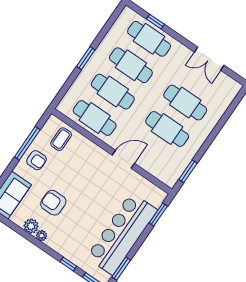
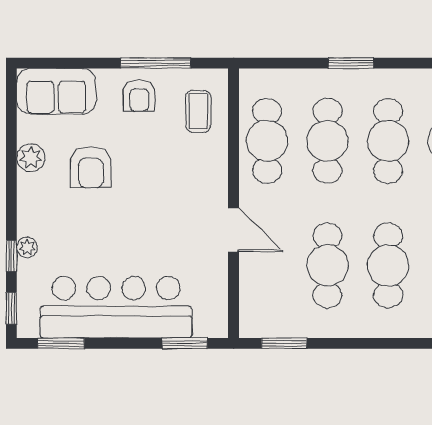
coffee table: (61, 139) -> (198, 111), turned 90
armchair: (53, 203) -> (91, 167), turned 180
plant: (42, 236) -> (27, 248), moved

